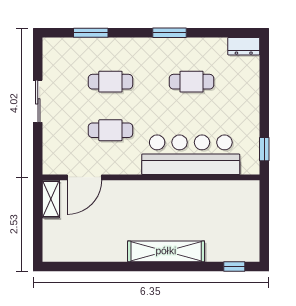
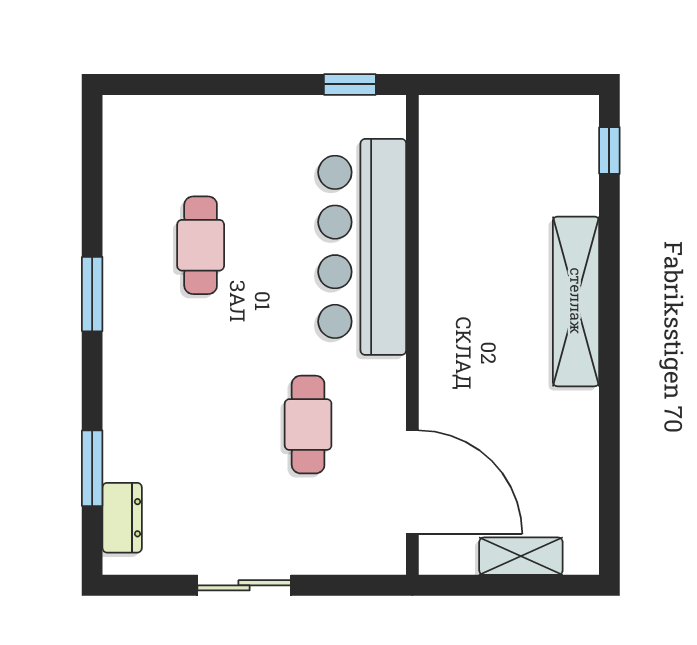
dresser: (244, 46) -> (122, 518), moved
cafe table: (110, 82) -> (201, 425), removed
door: (84, 177) -> (412, 482), width x1.36
shelving: (51, 199) -> (521, 556), moved

